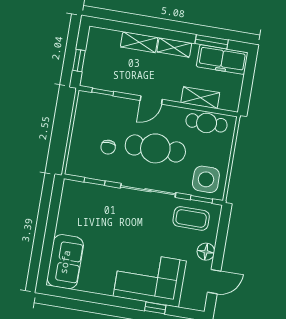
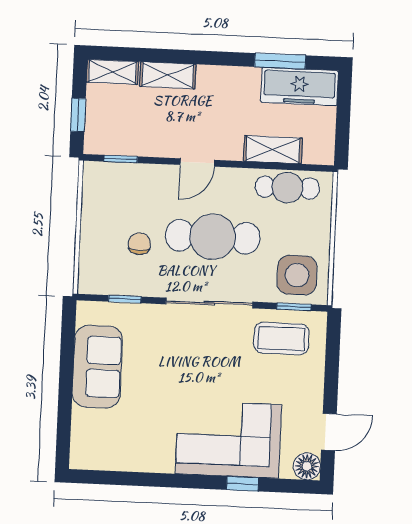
shelving: (174, 48) -> (113, 72), moved
chair: (108, 147) -> (139, 244), turned 180
floor lamp: (206, 252) -> (307, 466), moved
sofa: (65, 262) -> (97, 367), moved

